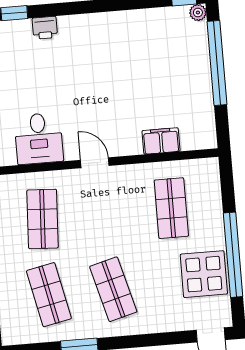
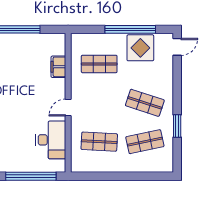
desk: (39, 138) -> (51, 140), width x1.37
shop shelf: (113, 289) -> (145, 103), turned 33

